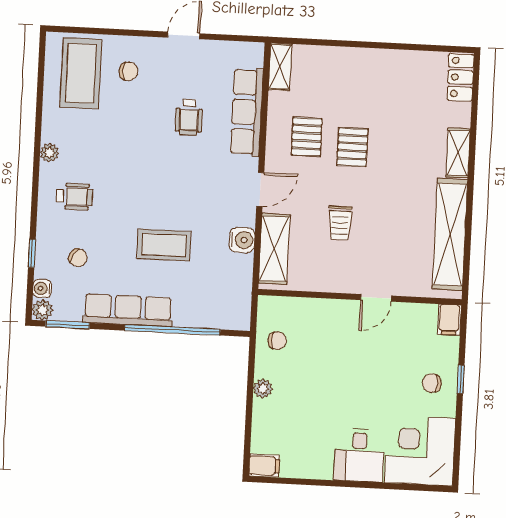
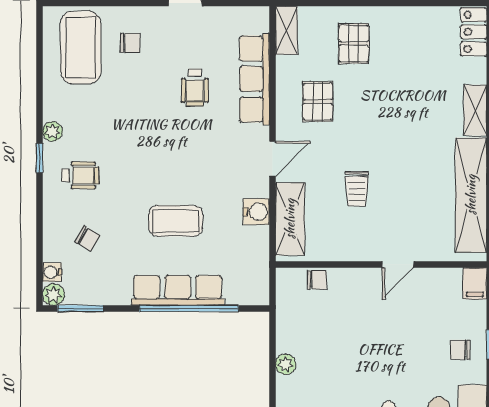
pallet: (352, 147) -> (354, 43), moved
window: (32, 253) -> (39, 158), moved
row of seats: (128, 310) -> (178, 290), moved
chair: (277, 341) -> (317, 280), moved

